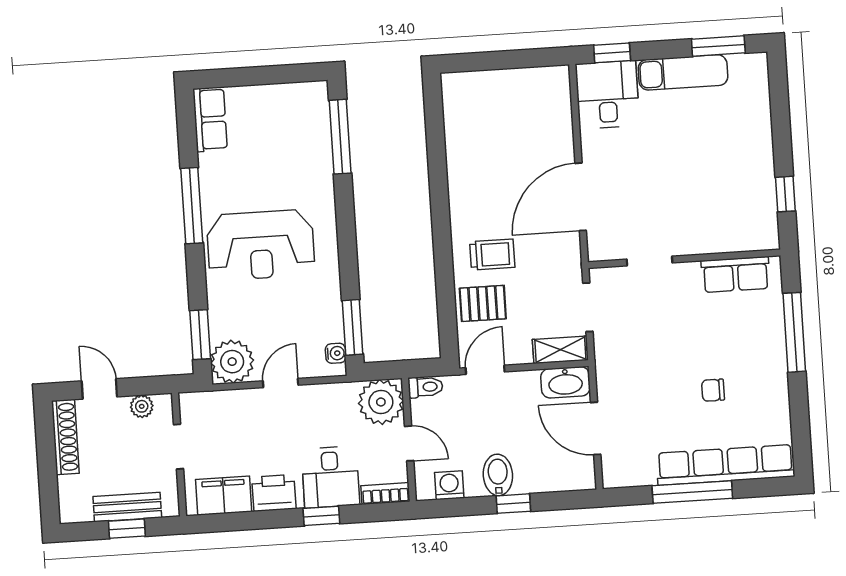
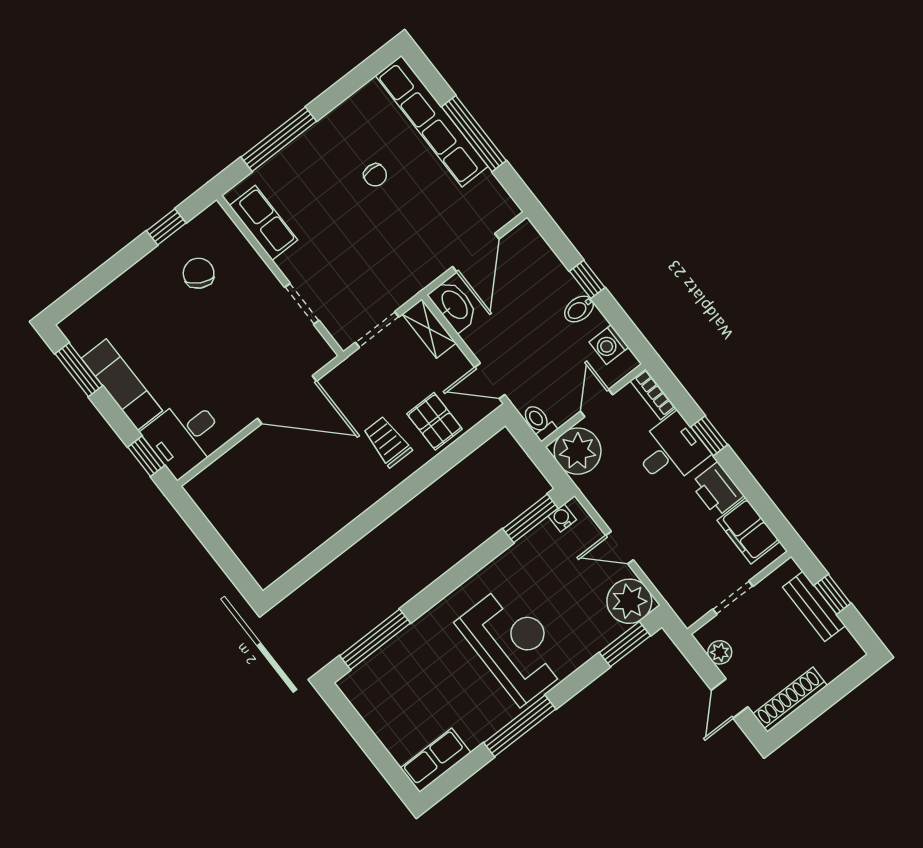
chair: (730, 195) -> (199, 273), added
bidet: (498, 475) -> (579, 309), width x0.72, depth x0.74

